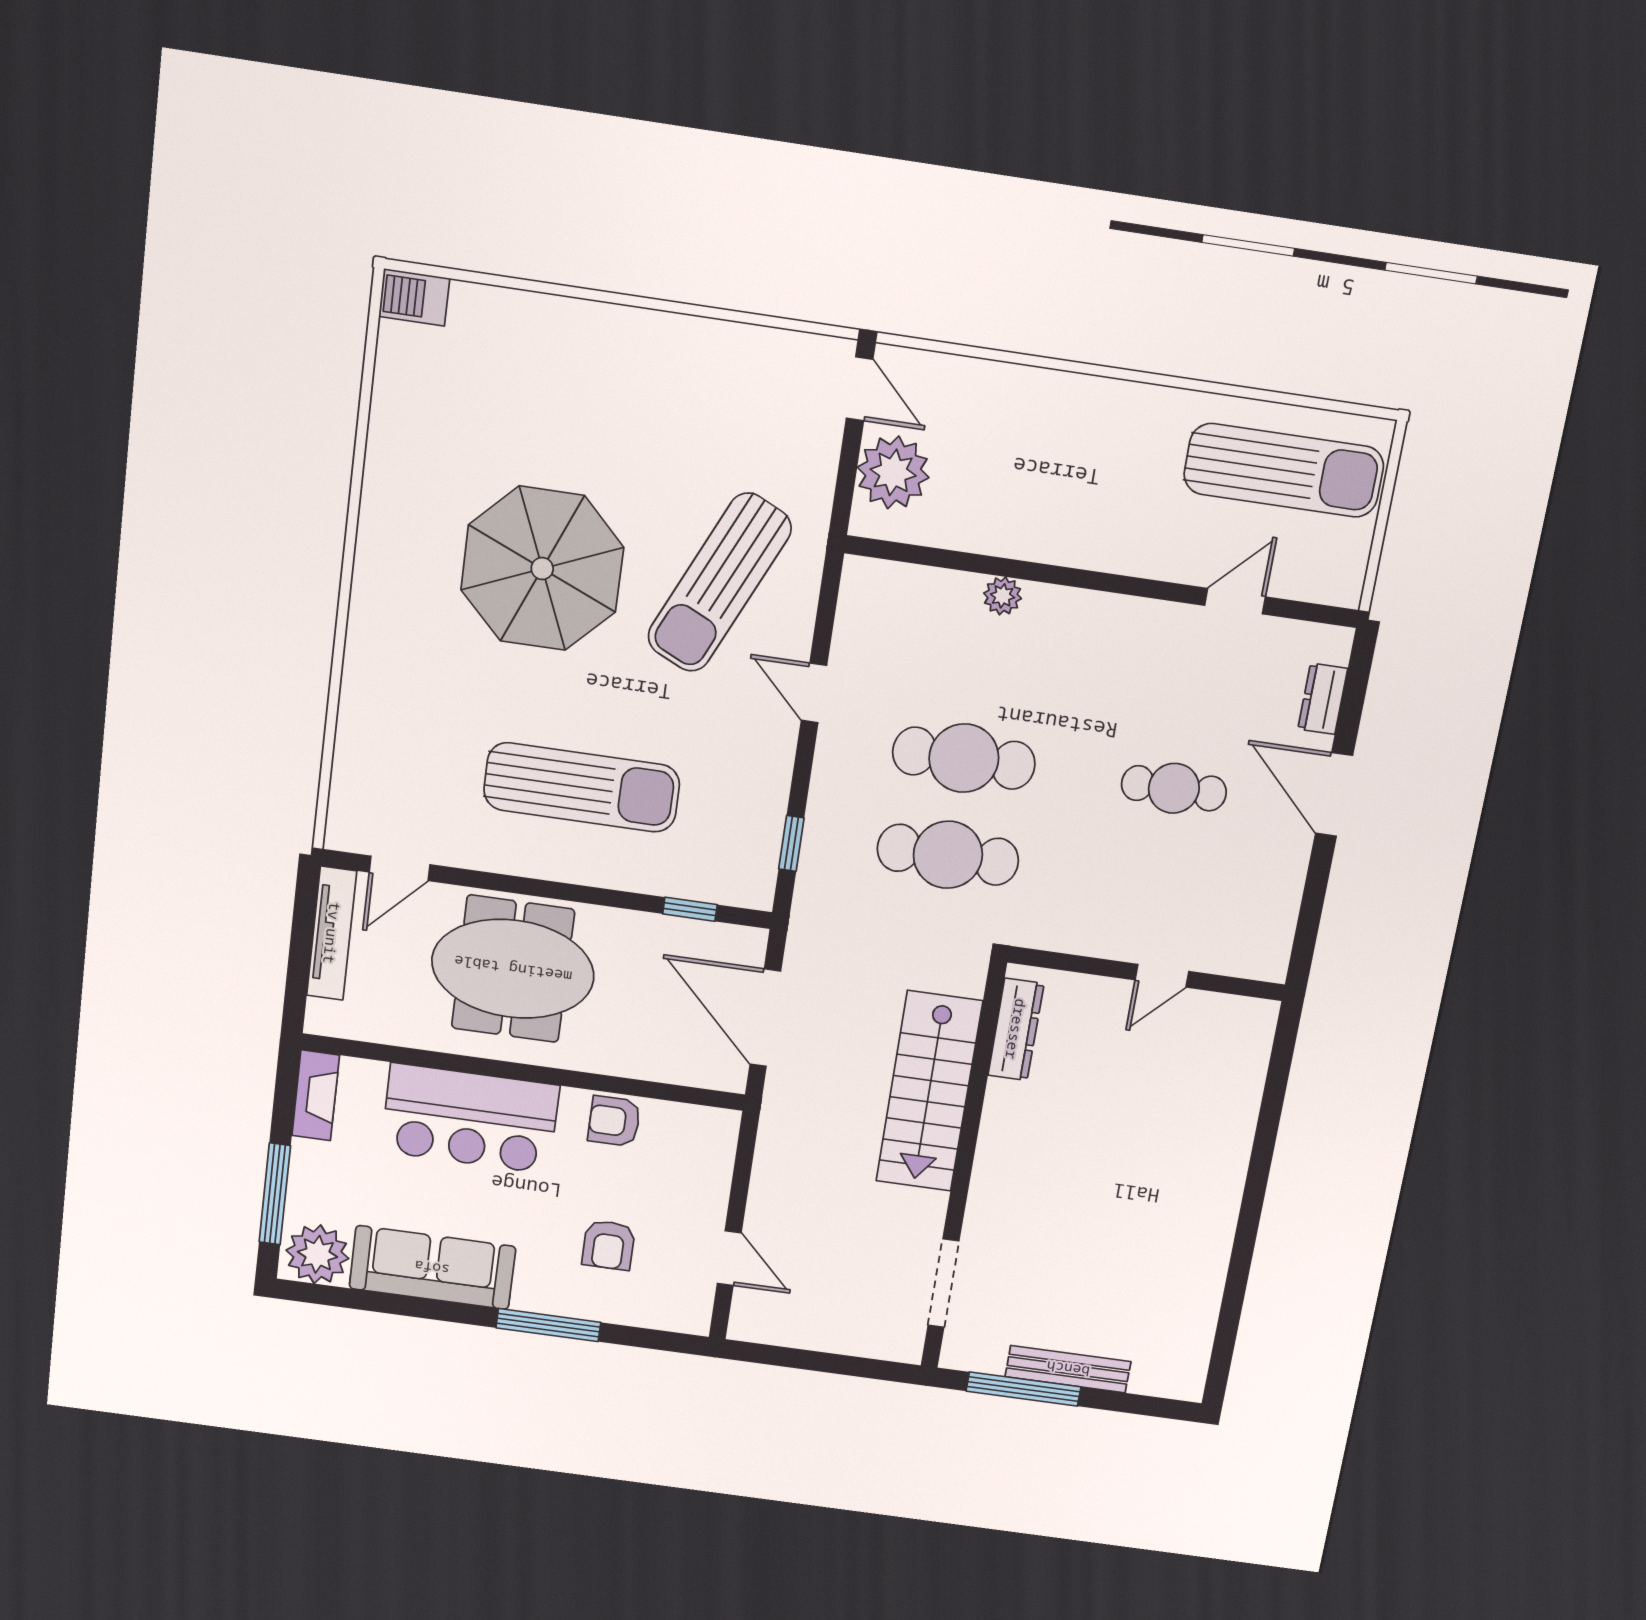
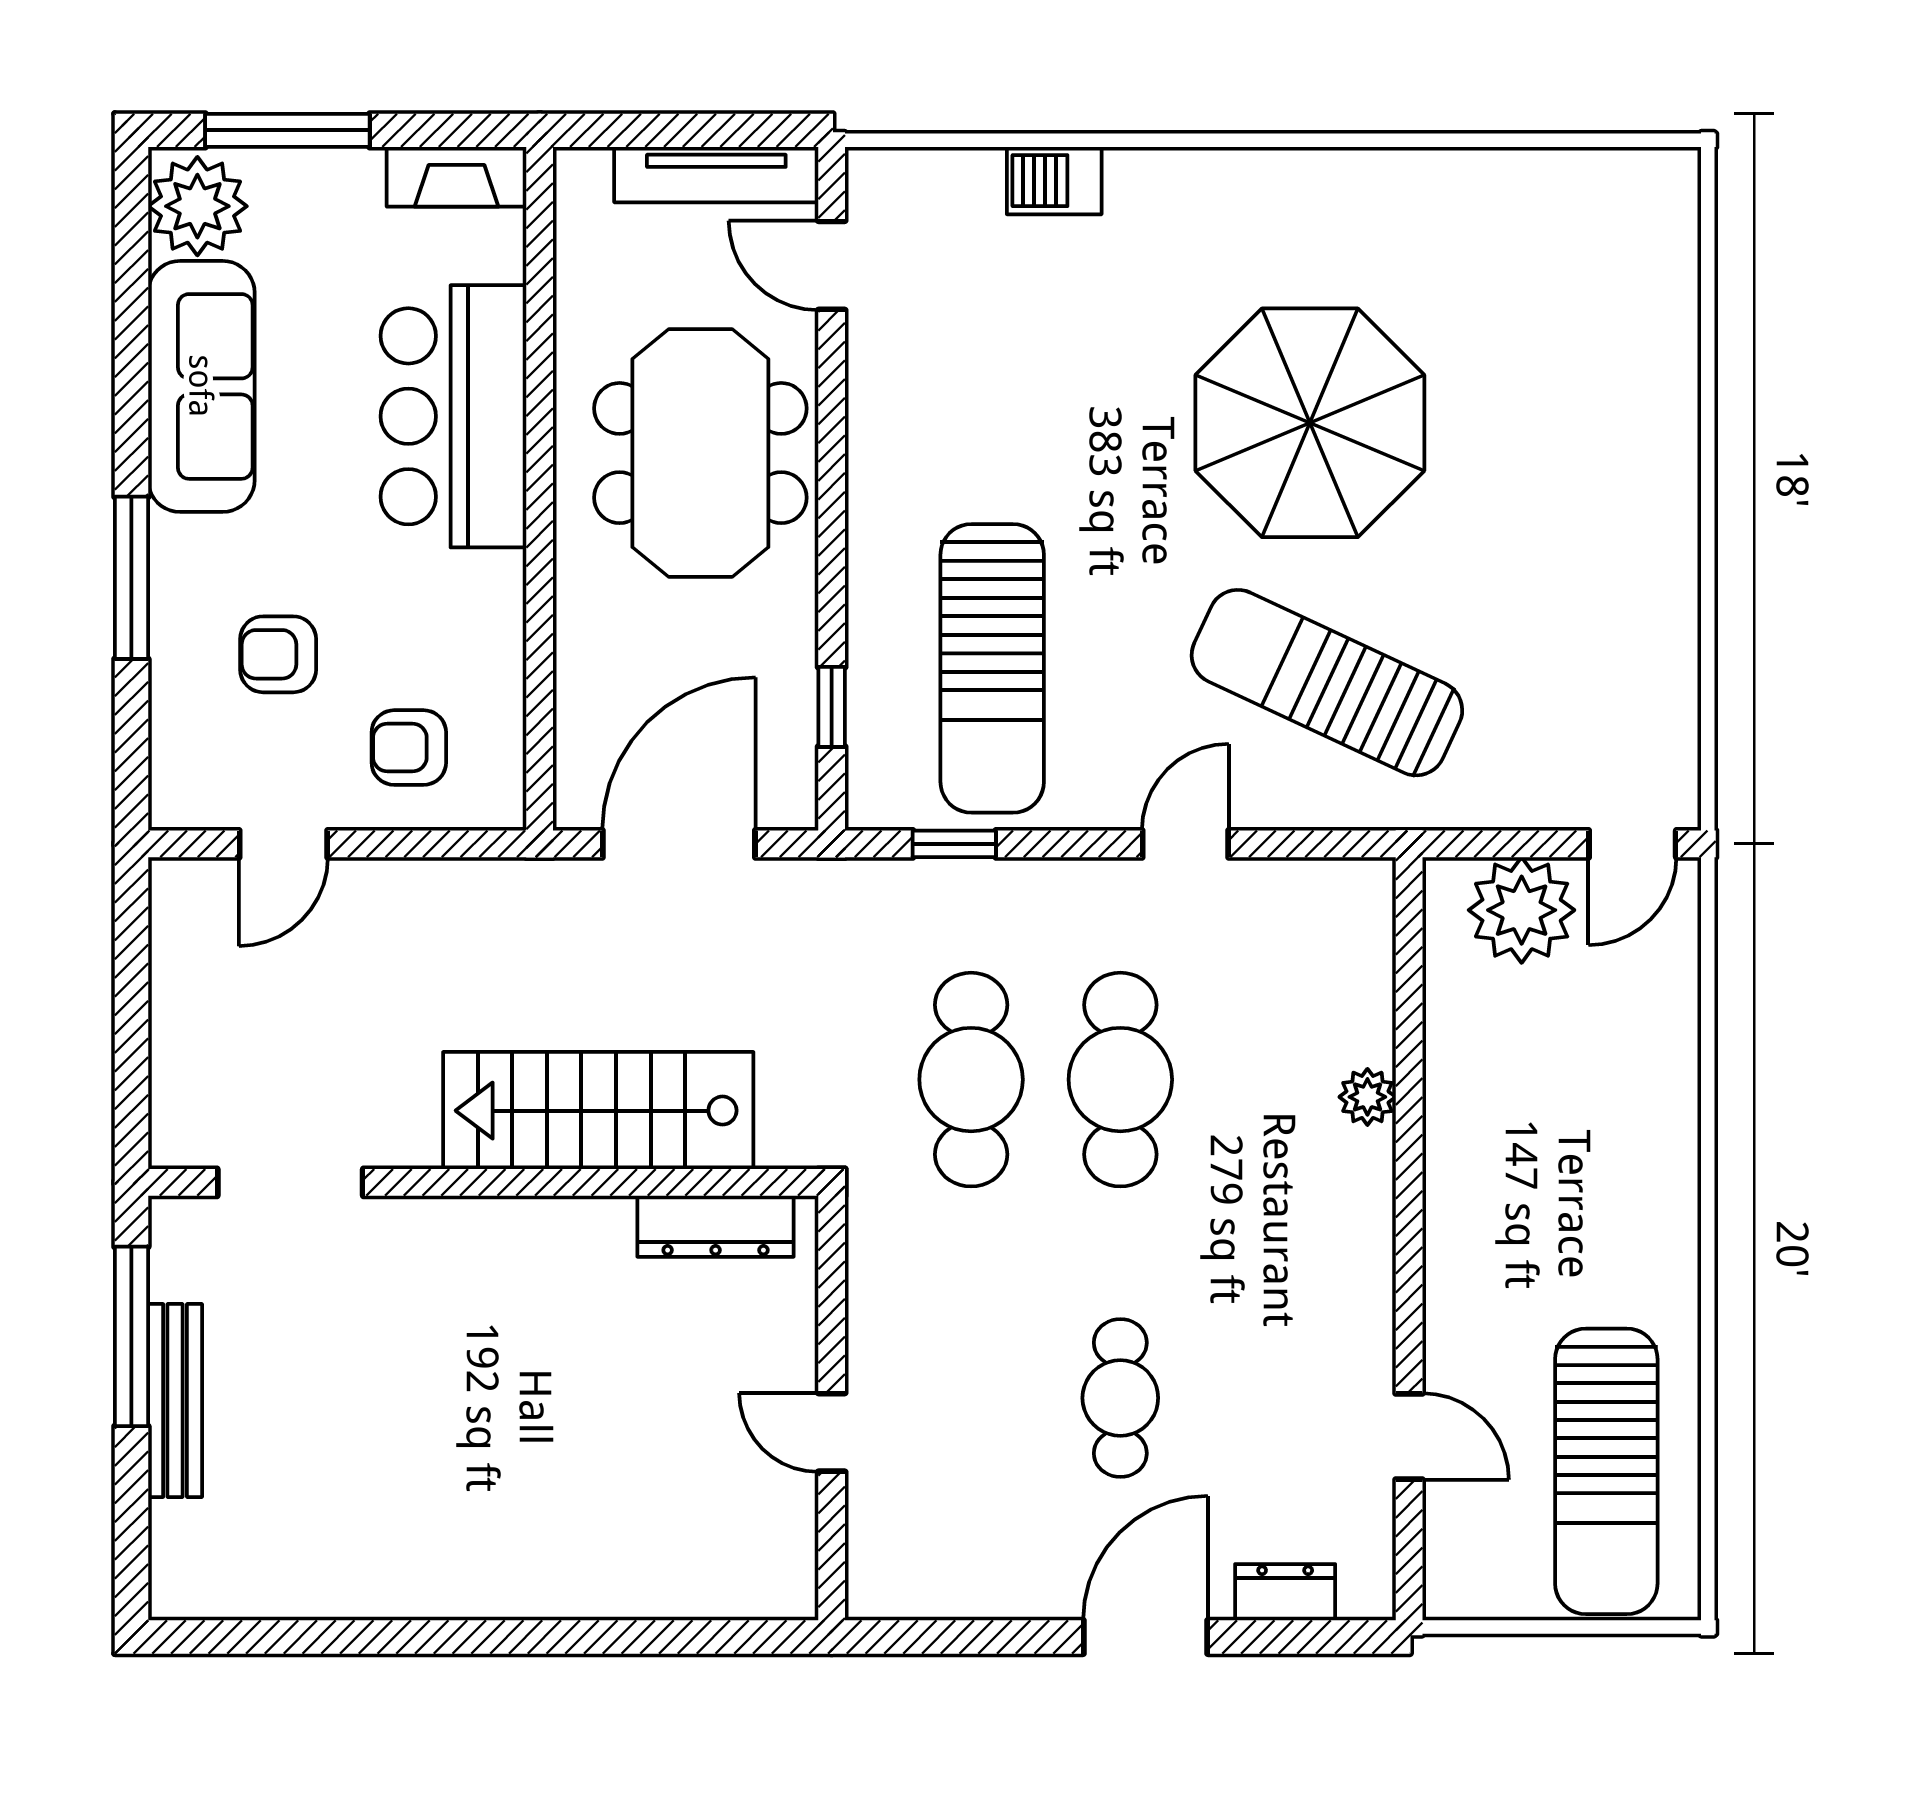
barbecue: (414, 297) -> (1054, 181), moved, turned -90
sun lounger: (582, 787) -> (992, 668), moved
armchair: (614, 1121) -> (409, 748), moved, turned -90

